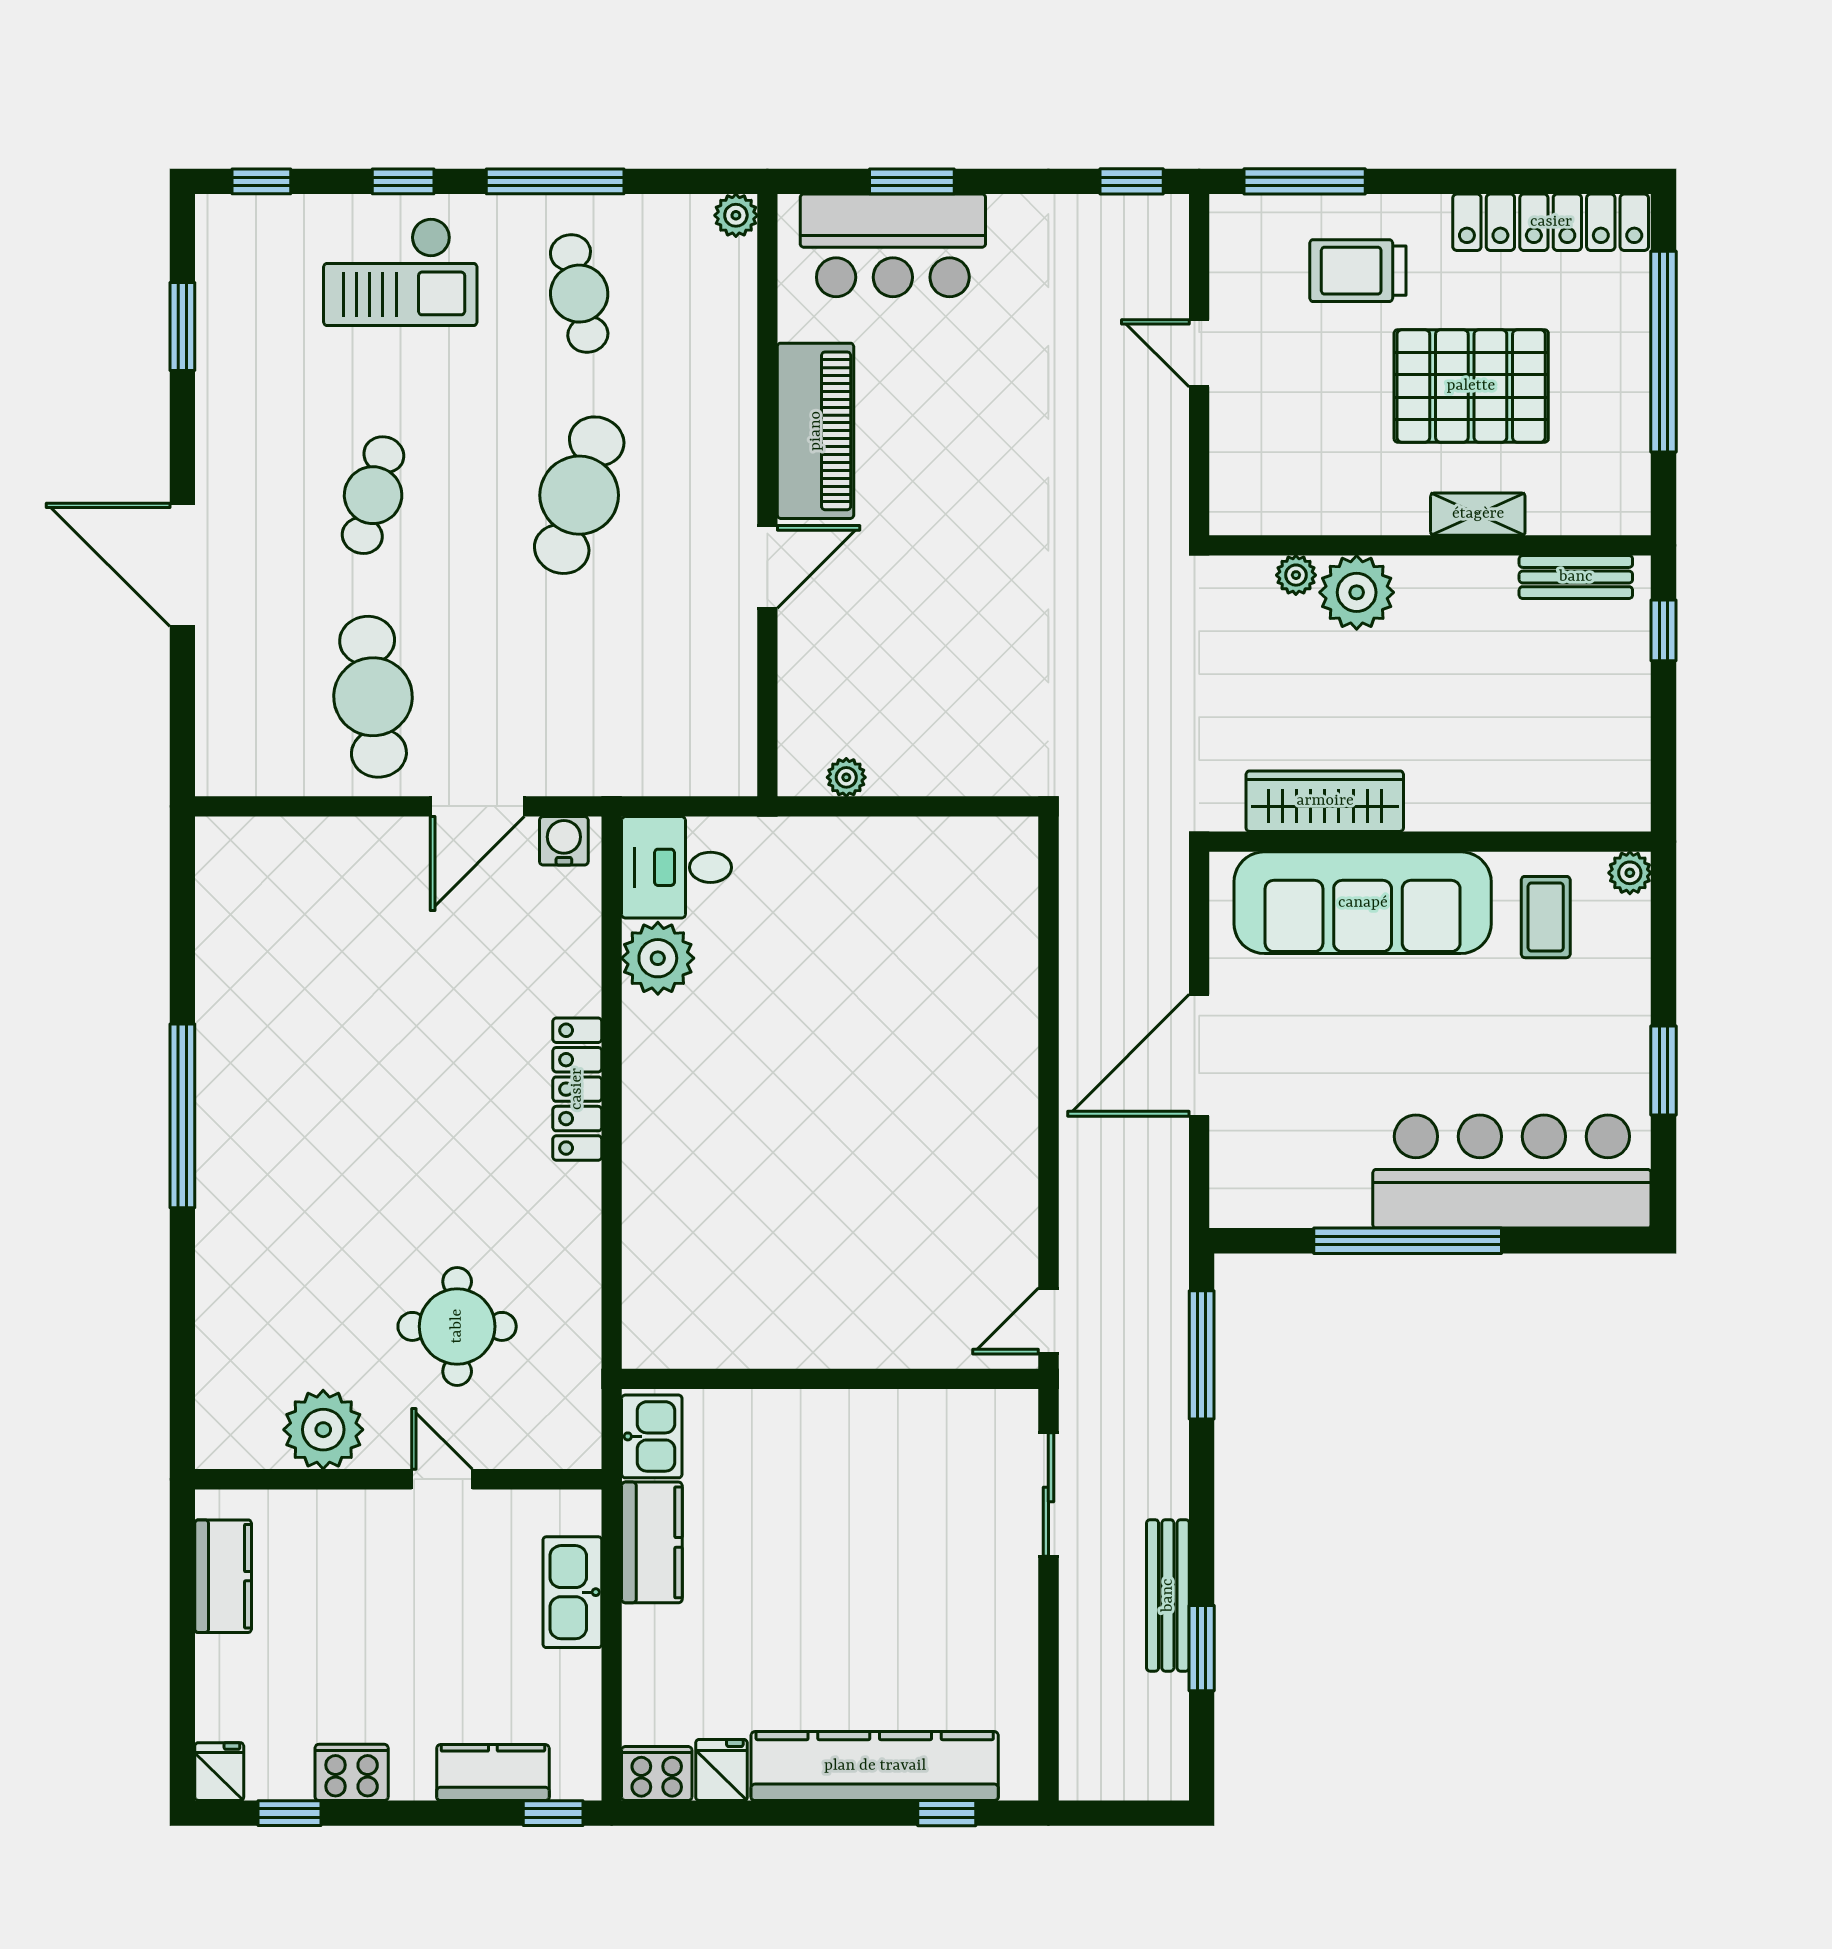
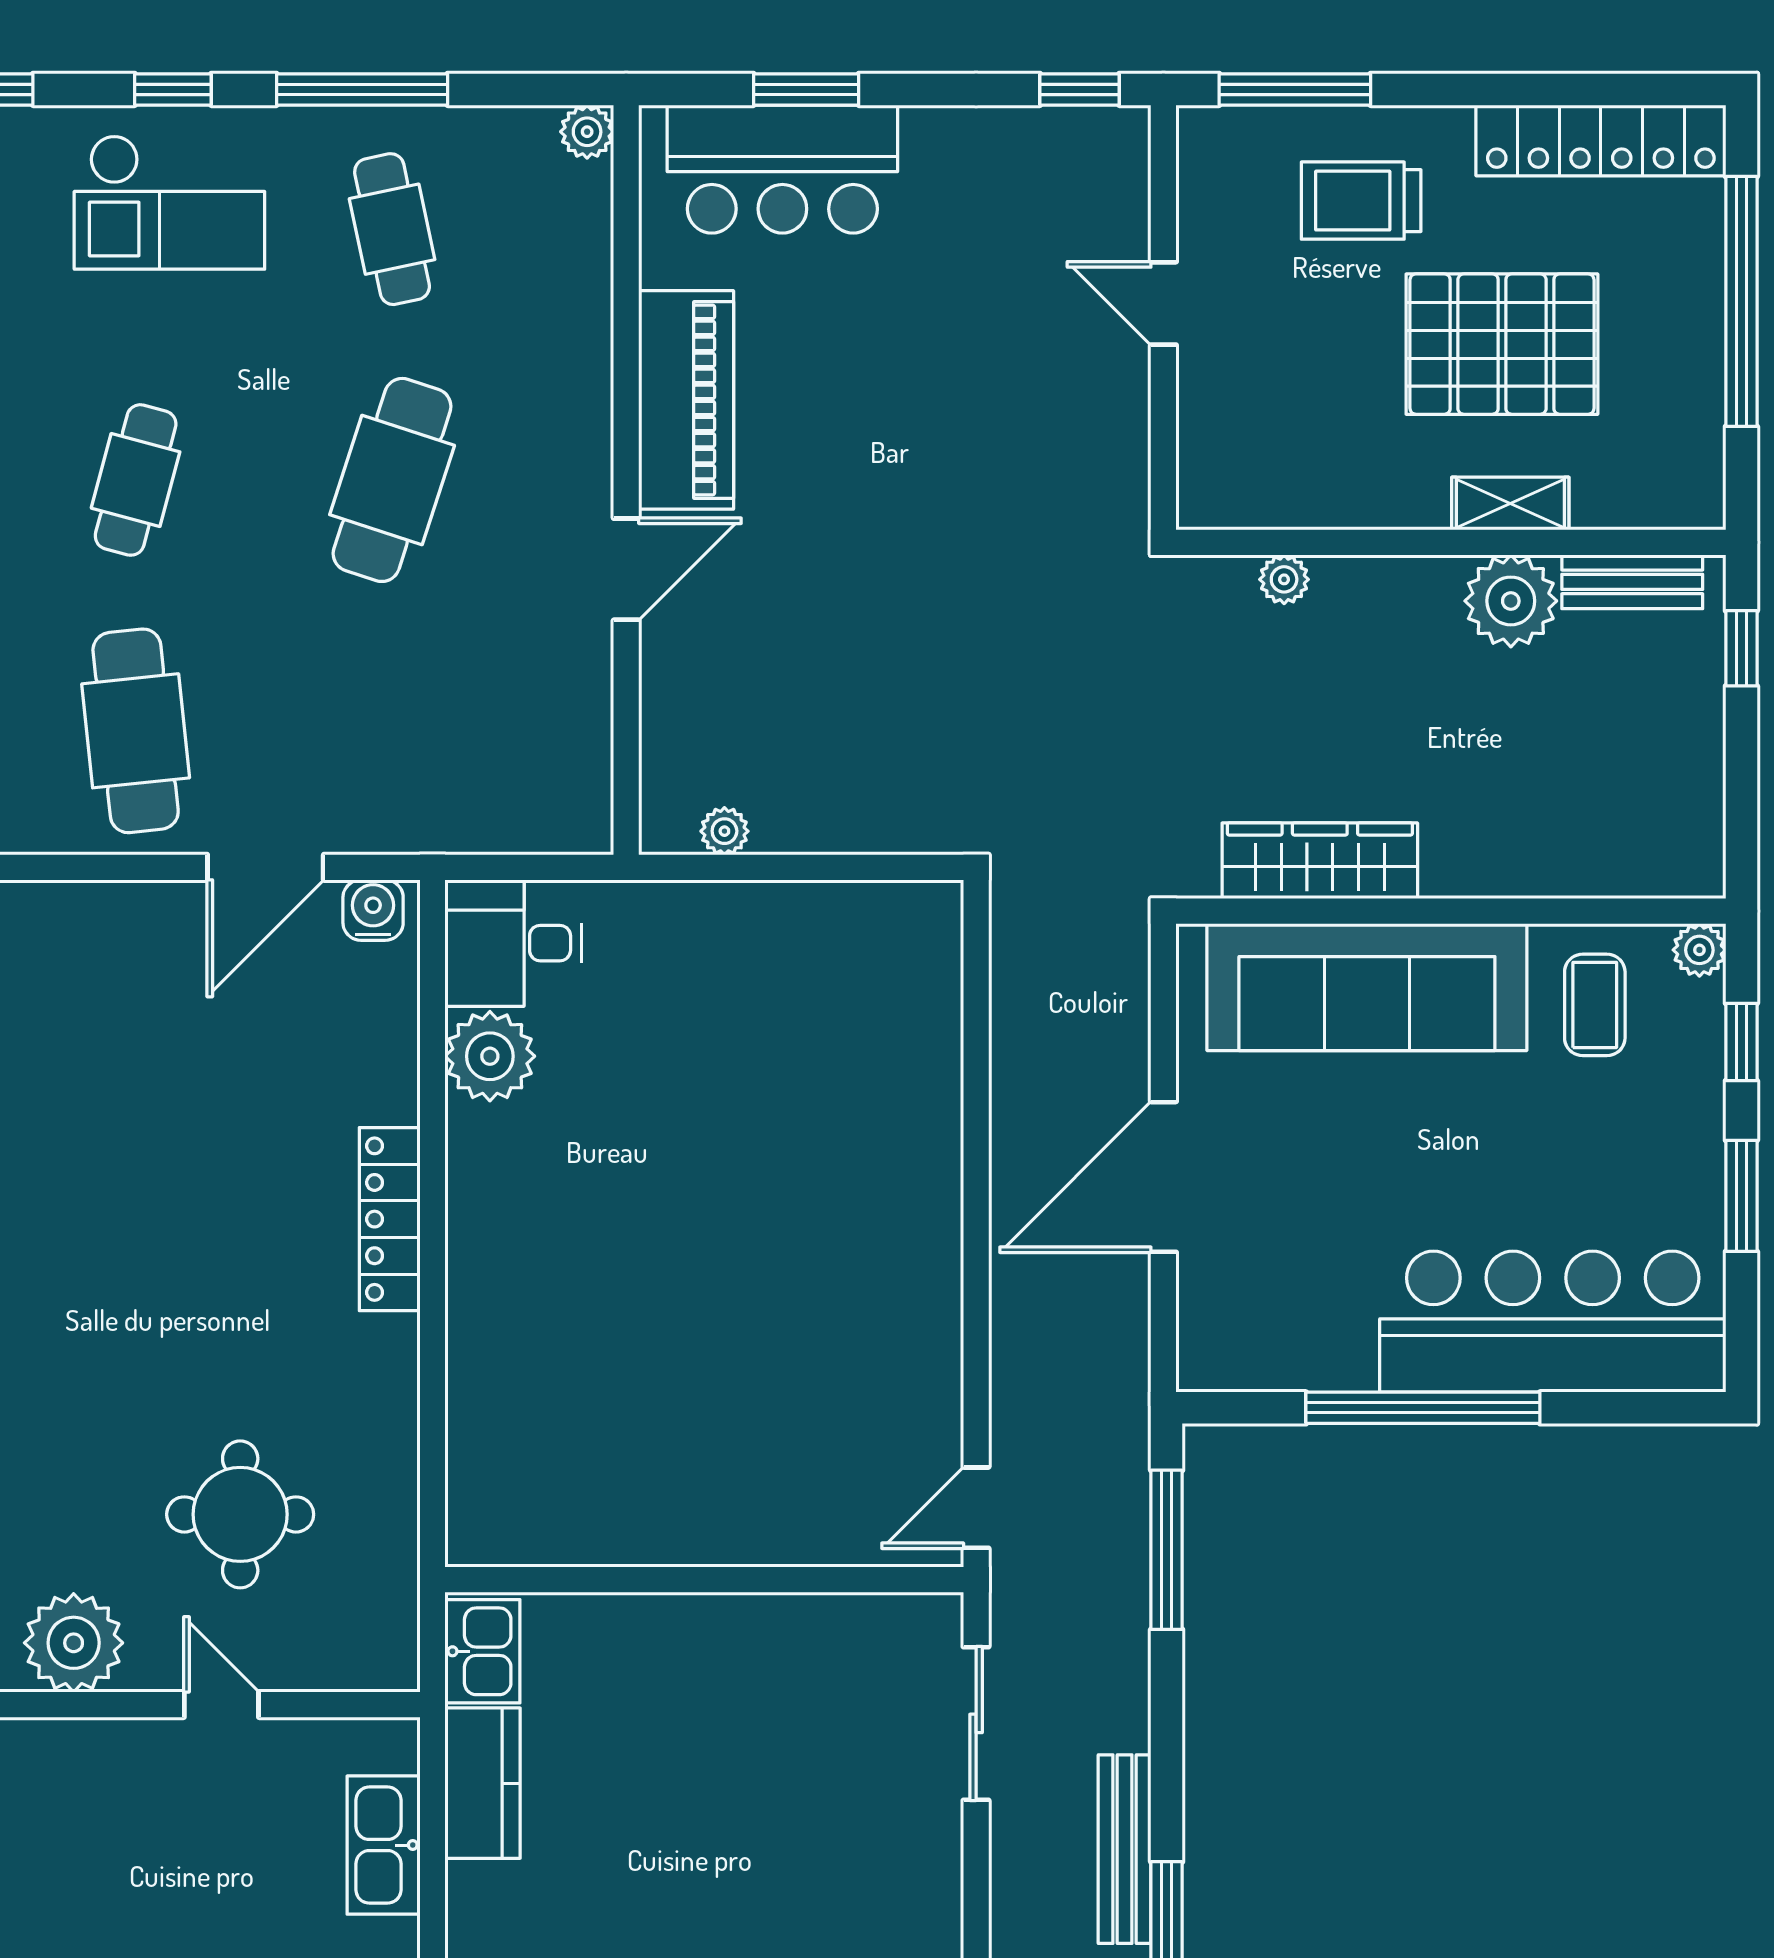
plant: (1357, 592) -> (1511, 601), moved
window: (1664, 947) -> (1741, 1042), added

